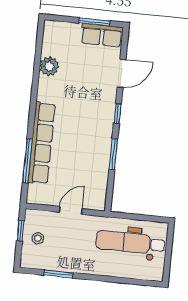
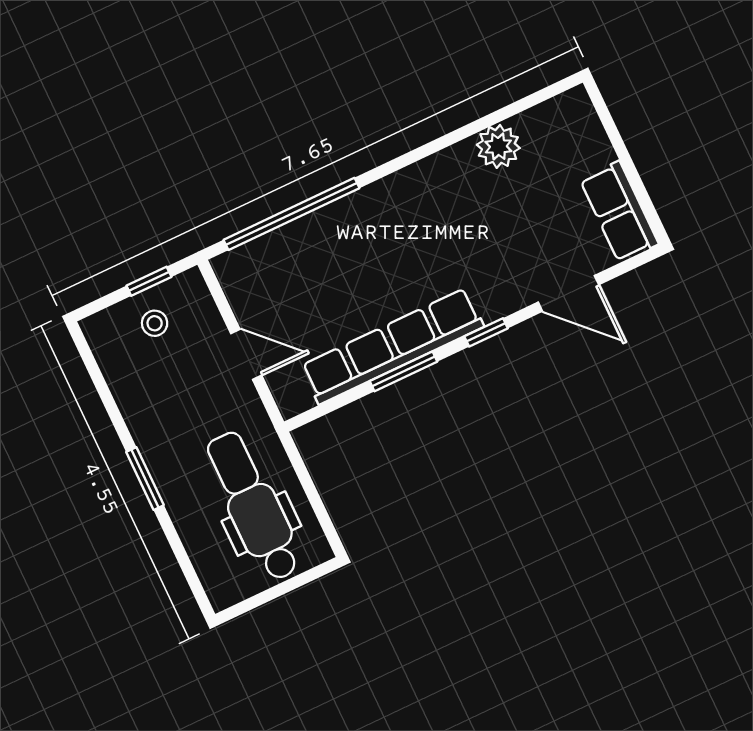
window: (94, 22) -> (636, 182), removed
row of seats: (42, 143) -> (392, 346), moved, turned 180
window: (27, 161) -> (291, 214), width x1.46
window: (59, 274) -> (145, 479), moved

